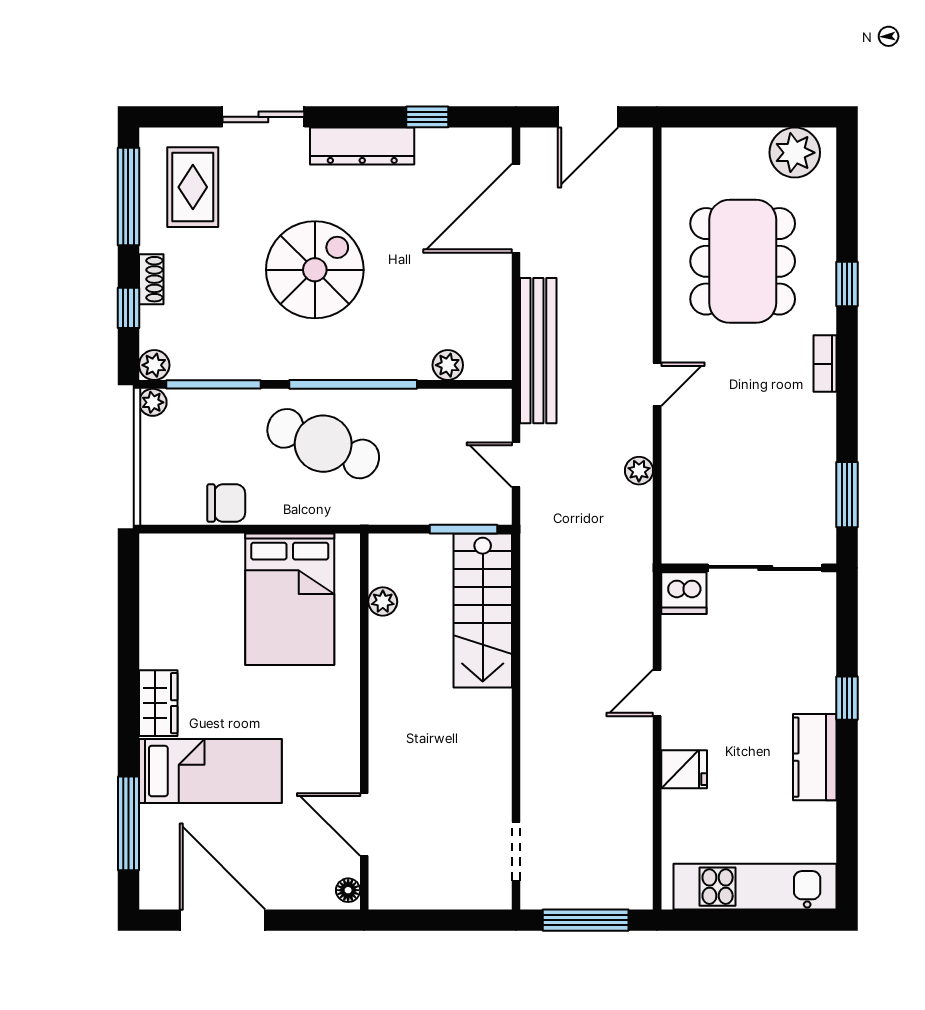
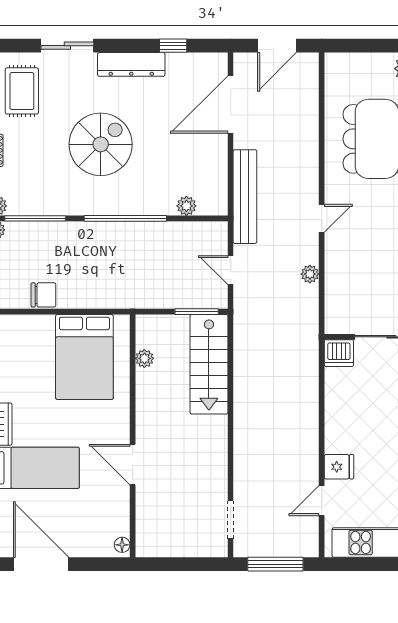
cafe table: (323, 444) -> (106, 257), removed
door: (657, 693) -> (322, 501), moved
door: (364, 824) -> (133, 465), moved

